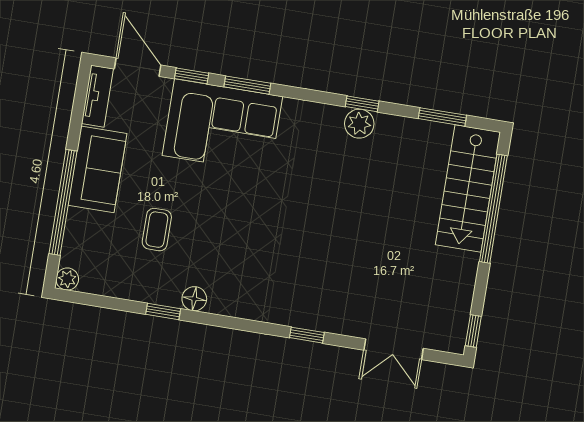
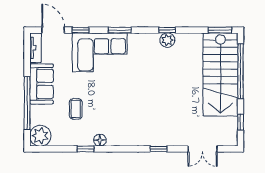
window: (247, 85) -> (120, 30), moved
window: (442, 117) -> (220, 30), moved
stairs: (468, 188) -> (220, 74), width x1.36, depth x1.51
plant: (67, 279) -> (40, 136), width x1.88, depth x1.88
window: (473, 331) -> (241, 122), moved

